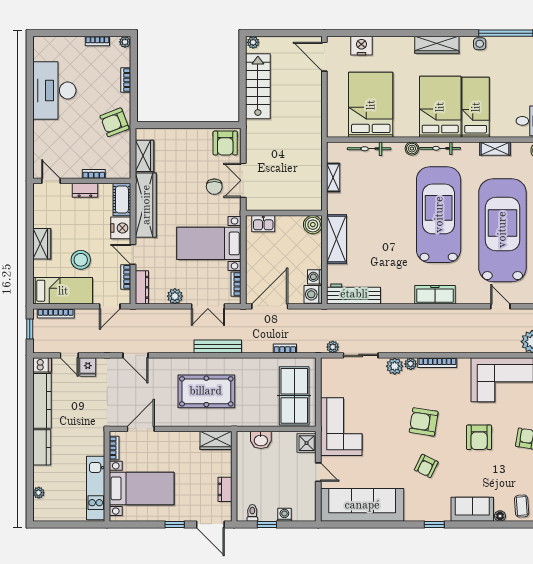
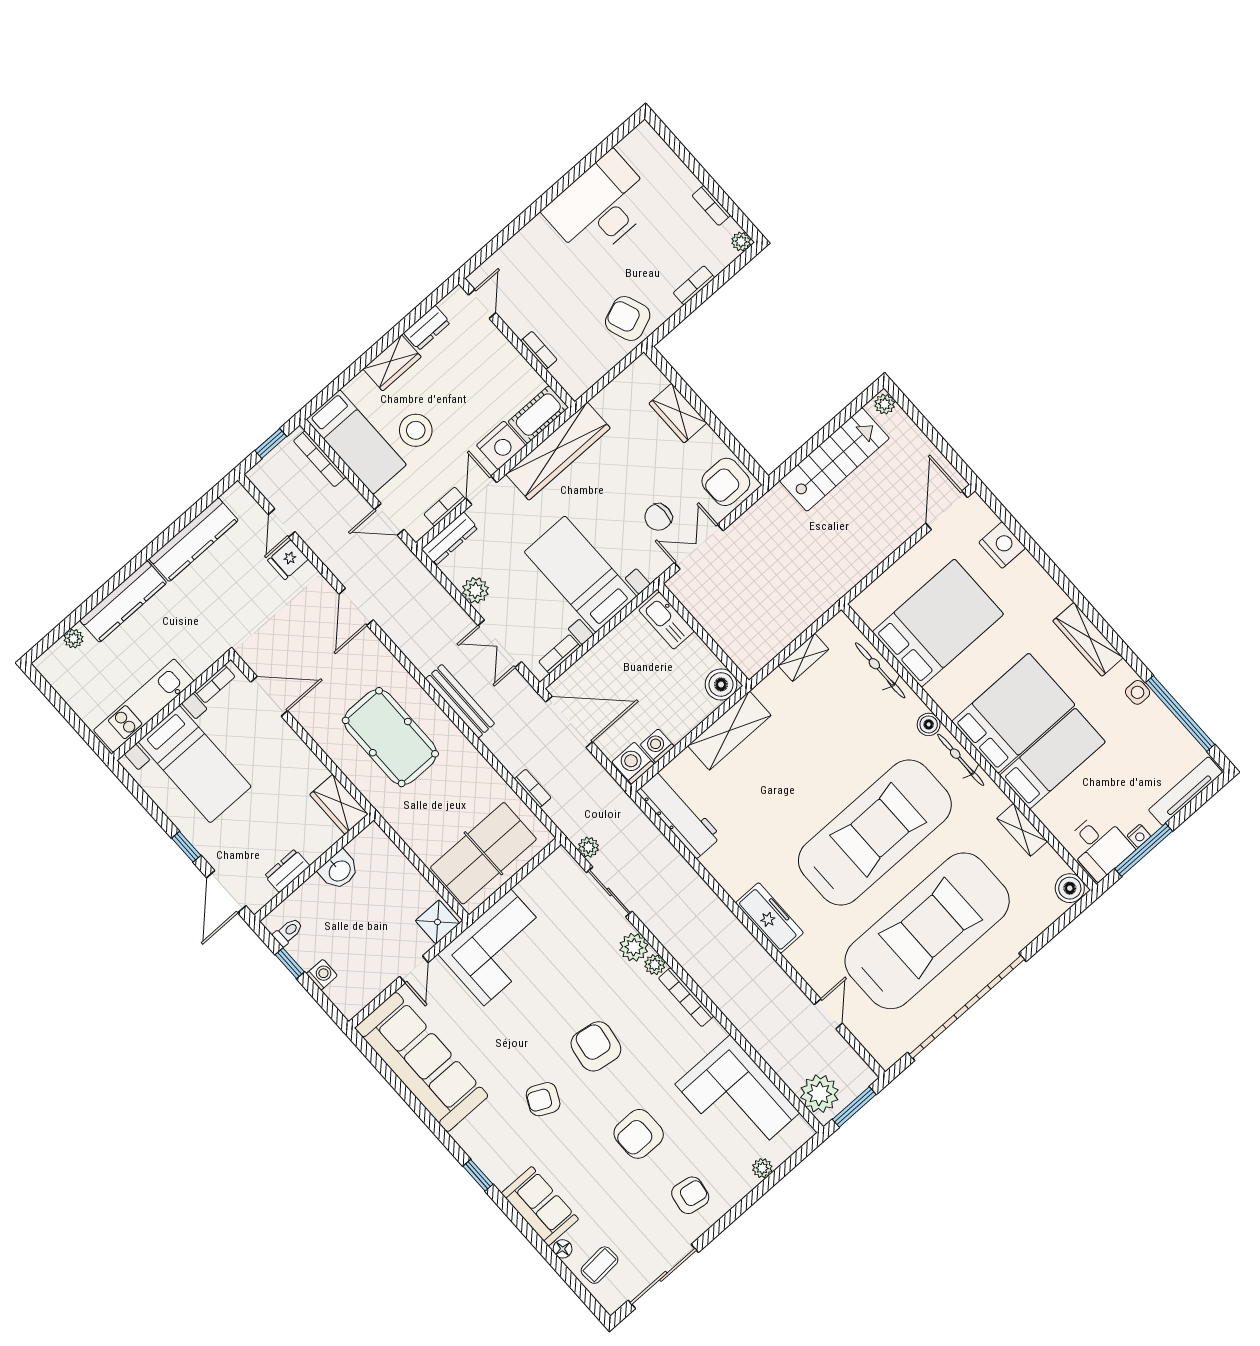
wardrobe: (144, 156) -> (678, 413), moved, turned 90
dresser: (85, 190) -> (427, 328), moved, turned -90
kitchen sink: (263, 224) -> (667, 621), width x1.38
dishwasher: (42, 365) -> (239, 499), removed
washbasin: (261, 440) -> (339, 870), moved, turned -90
kitchen counter: (42, 447) -> (123, 602), width x1.50

